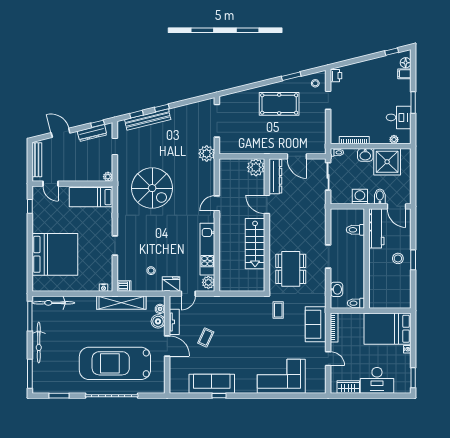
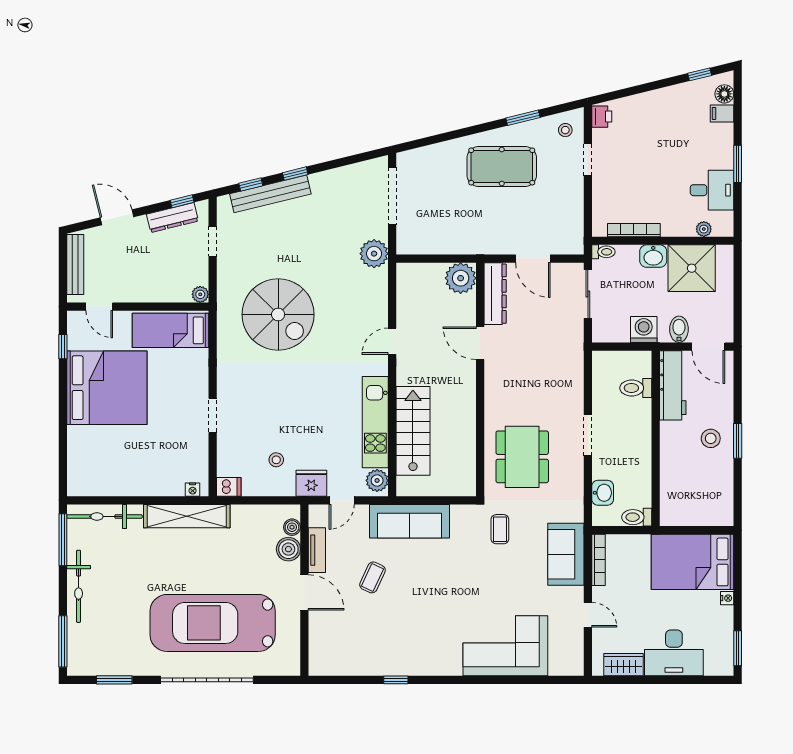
stairs: (255, 244) -> (413, 431), moved, turned 180
bed: (55, 254) -> (107, 388), moved
shelving: (121, 303) -> (187, 516), moved
sofa: (212, 384) -> (409, 521), moved, turned 180

